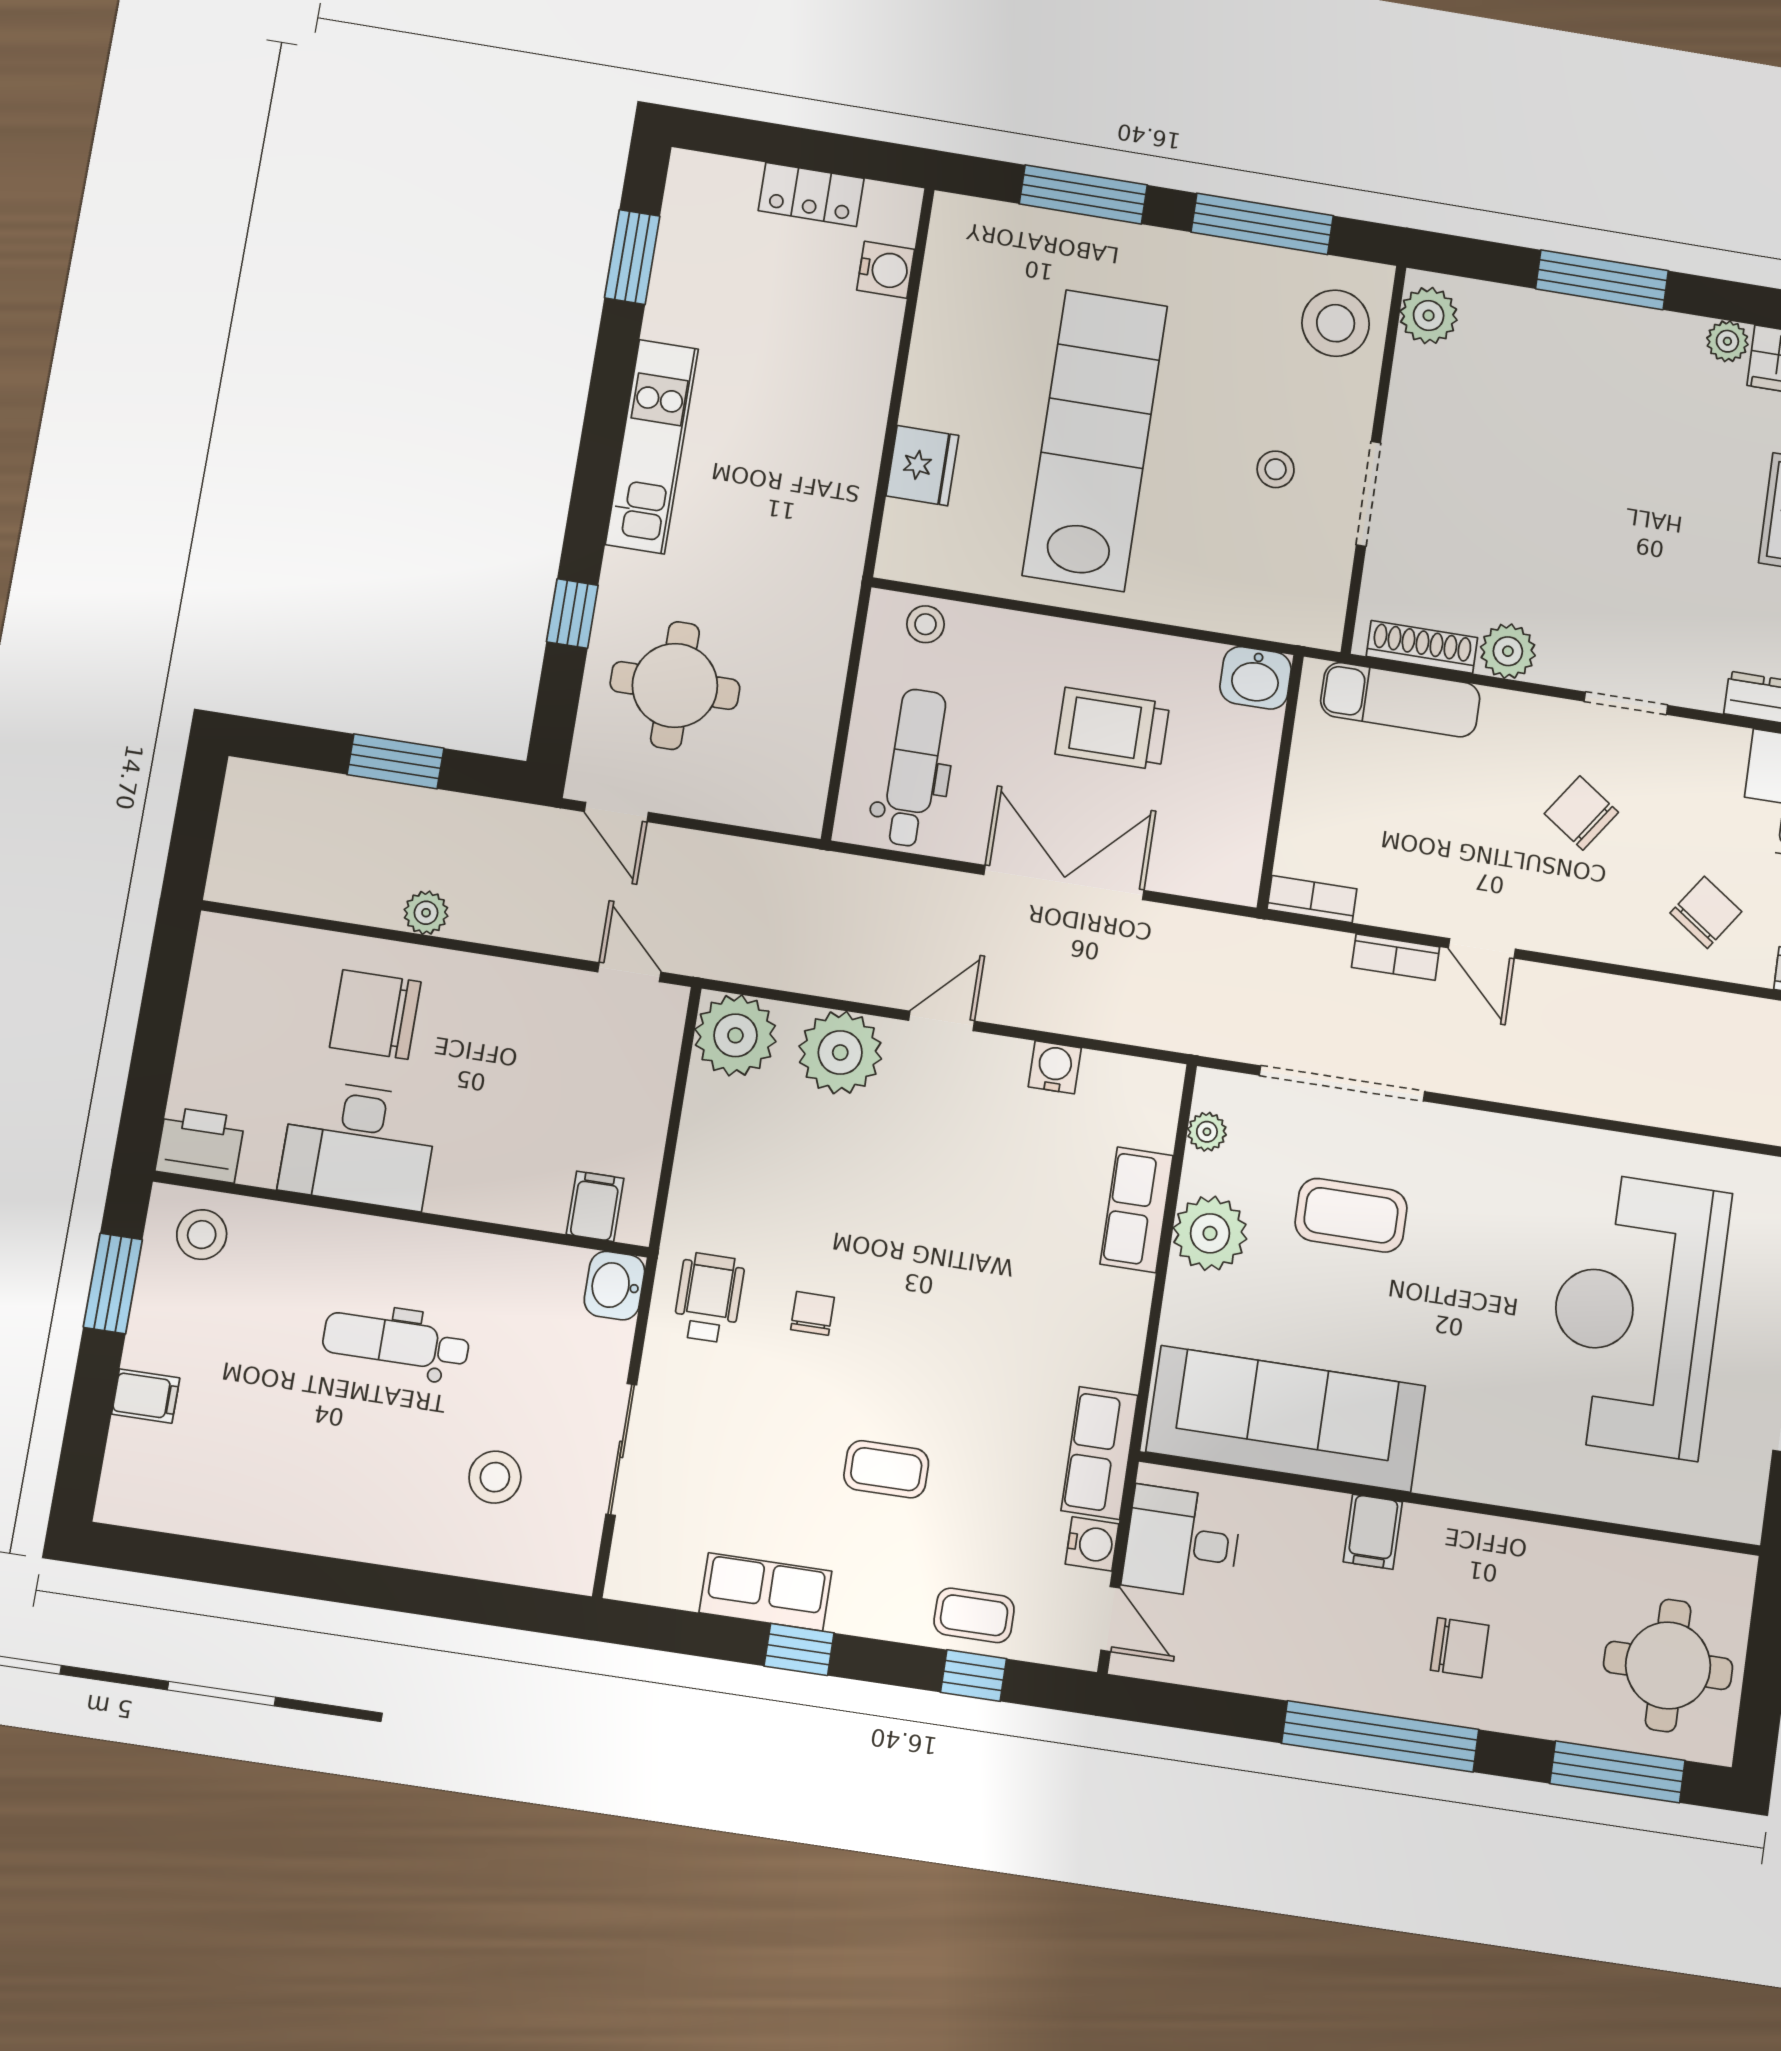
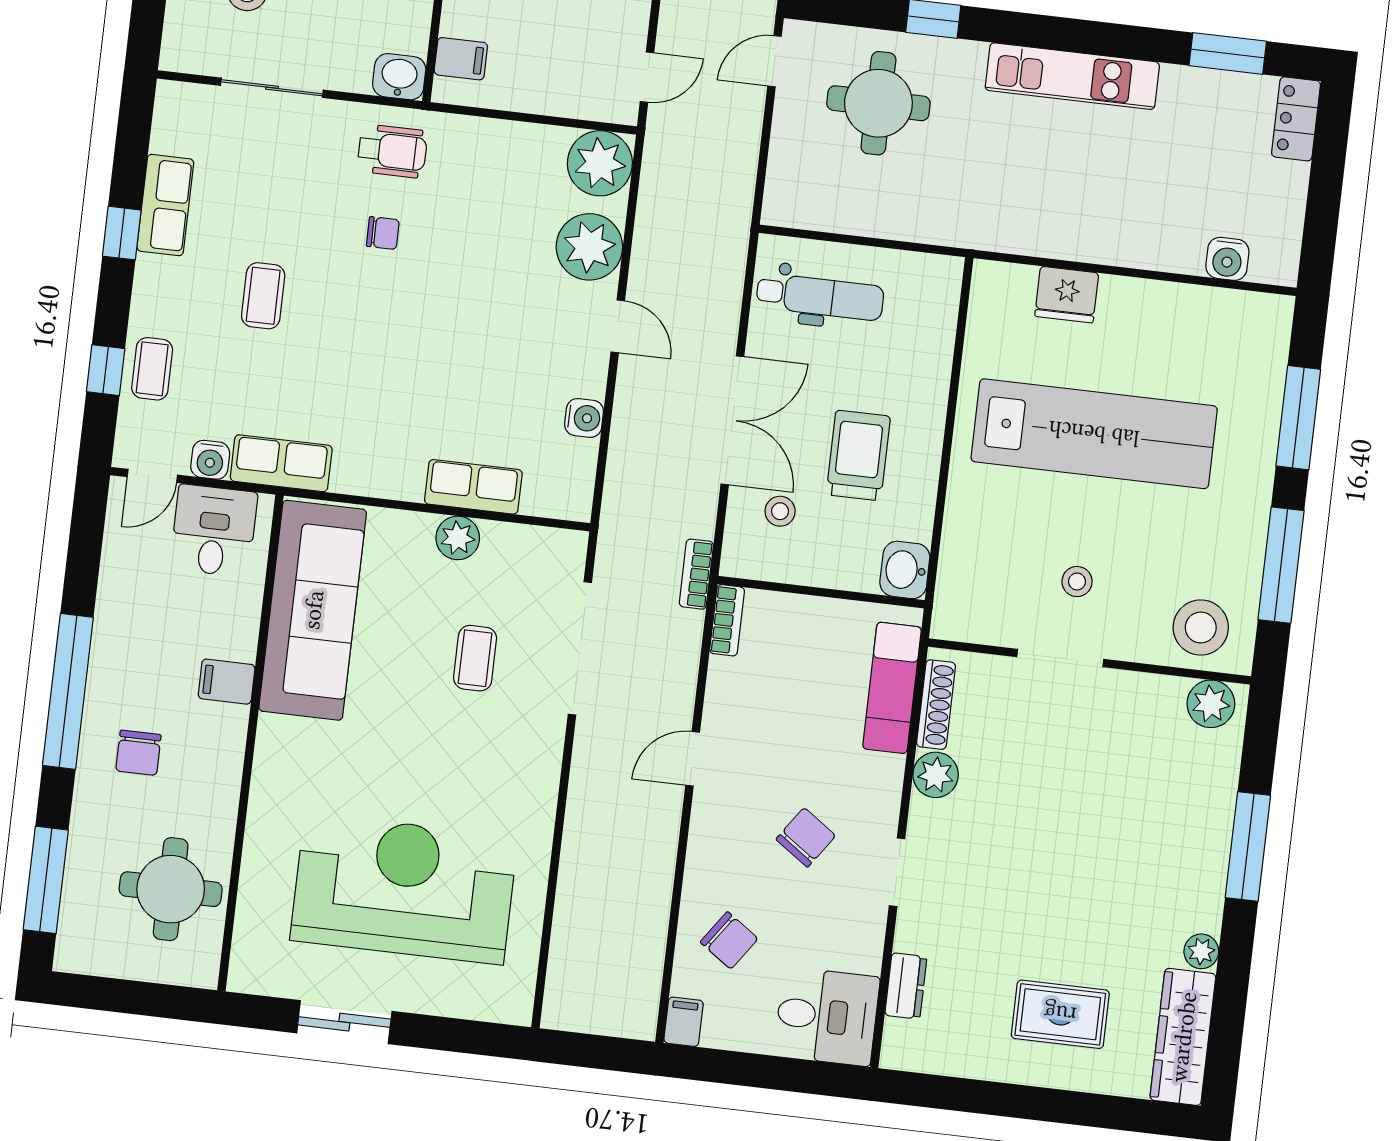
locker: (811, 195) -> (1296, 119), moved
stool: (925, 624) -> (780, 511), moved
bookcase: (1396, 957) -> (696, 574), moved
plant: (1207, 1132) -> (537, 541), removed
coffee table: (1351, 1215) -> (475, 658), width x0.73, depth x0.77
plant: (1210, 1233) -> (458, 538), width x0.73, depth x0.73
round table: (1668, 1665) -> (171, 889), moved

